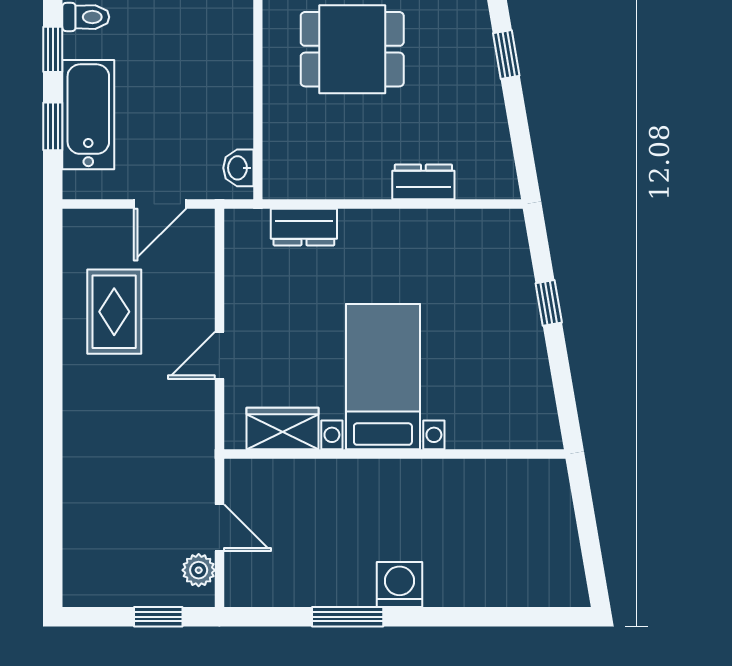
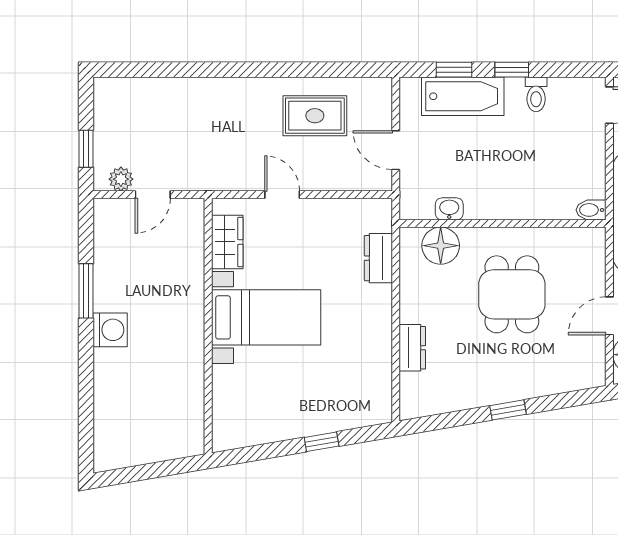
floor lamp: (287, 144) -> (441, 246), added
washbasin: (238, 168) -> (449, 209), moved

